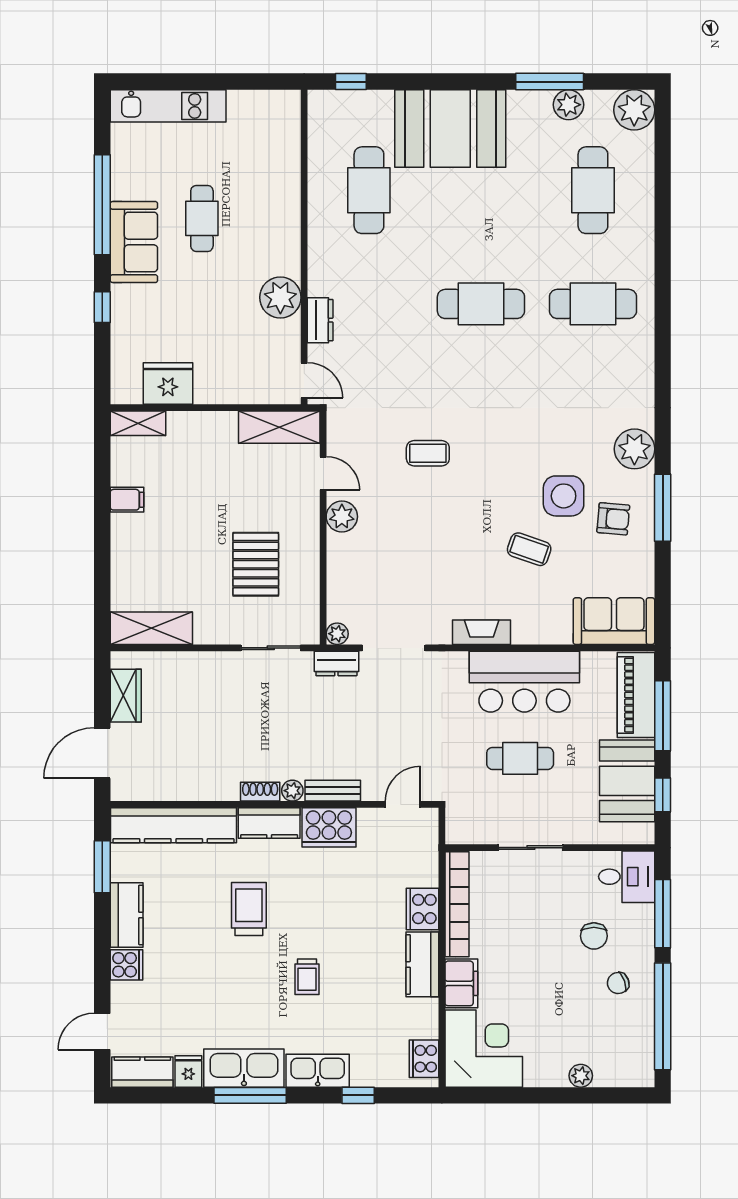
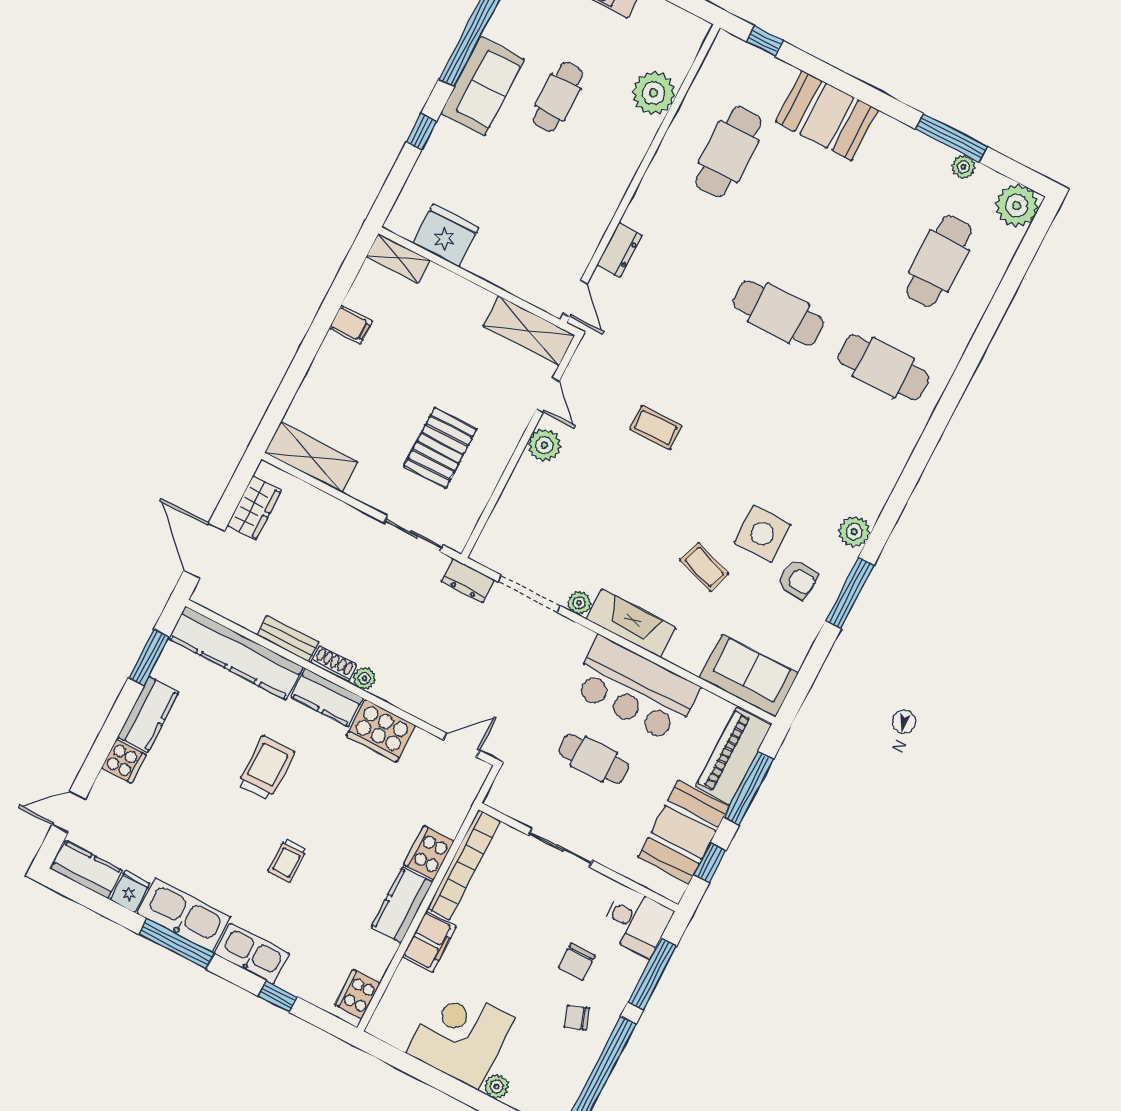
plant: (568, 105) -> (963, 167), width x0.73, depth x0.73
booth: (450, 129) -> (827, 116), width x0.73, depth x0.70
plant: (280, 297) -> (654, 93), moved
plant: (634, 449) -> (854, 532), width x0.73, depth x0.73
fireplace: (482, 632) -> (631, 623), width x1.37, depth x1.32
plant: (337, 634) -> (579, 603), moved
door: (102, 753) -> (204, 551), hinge flipped
bench: (333, 791) -> (288, 639), moved
corner desk: (484, 1049) -> (460, 1036), moved, turned -90

